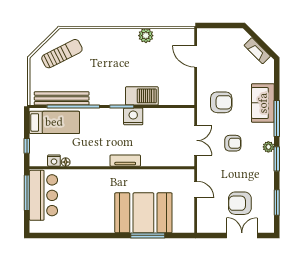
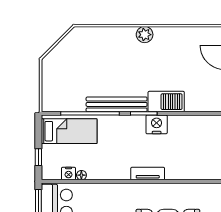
plant: (146, 36) -> (145, 35), moved
sun lounger: (62, 54) -> (77, 55), removed
bench: (62, 98) -> (117, 104), moved

